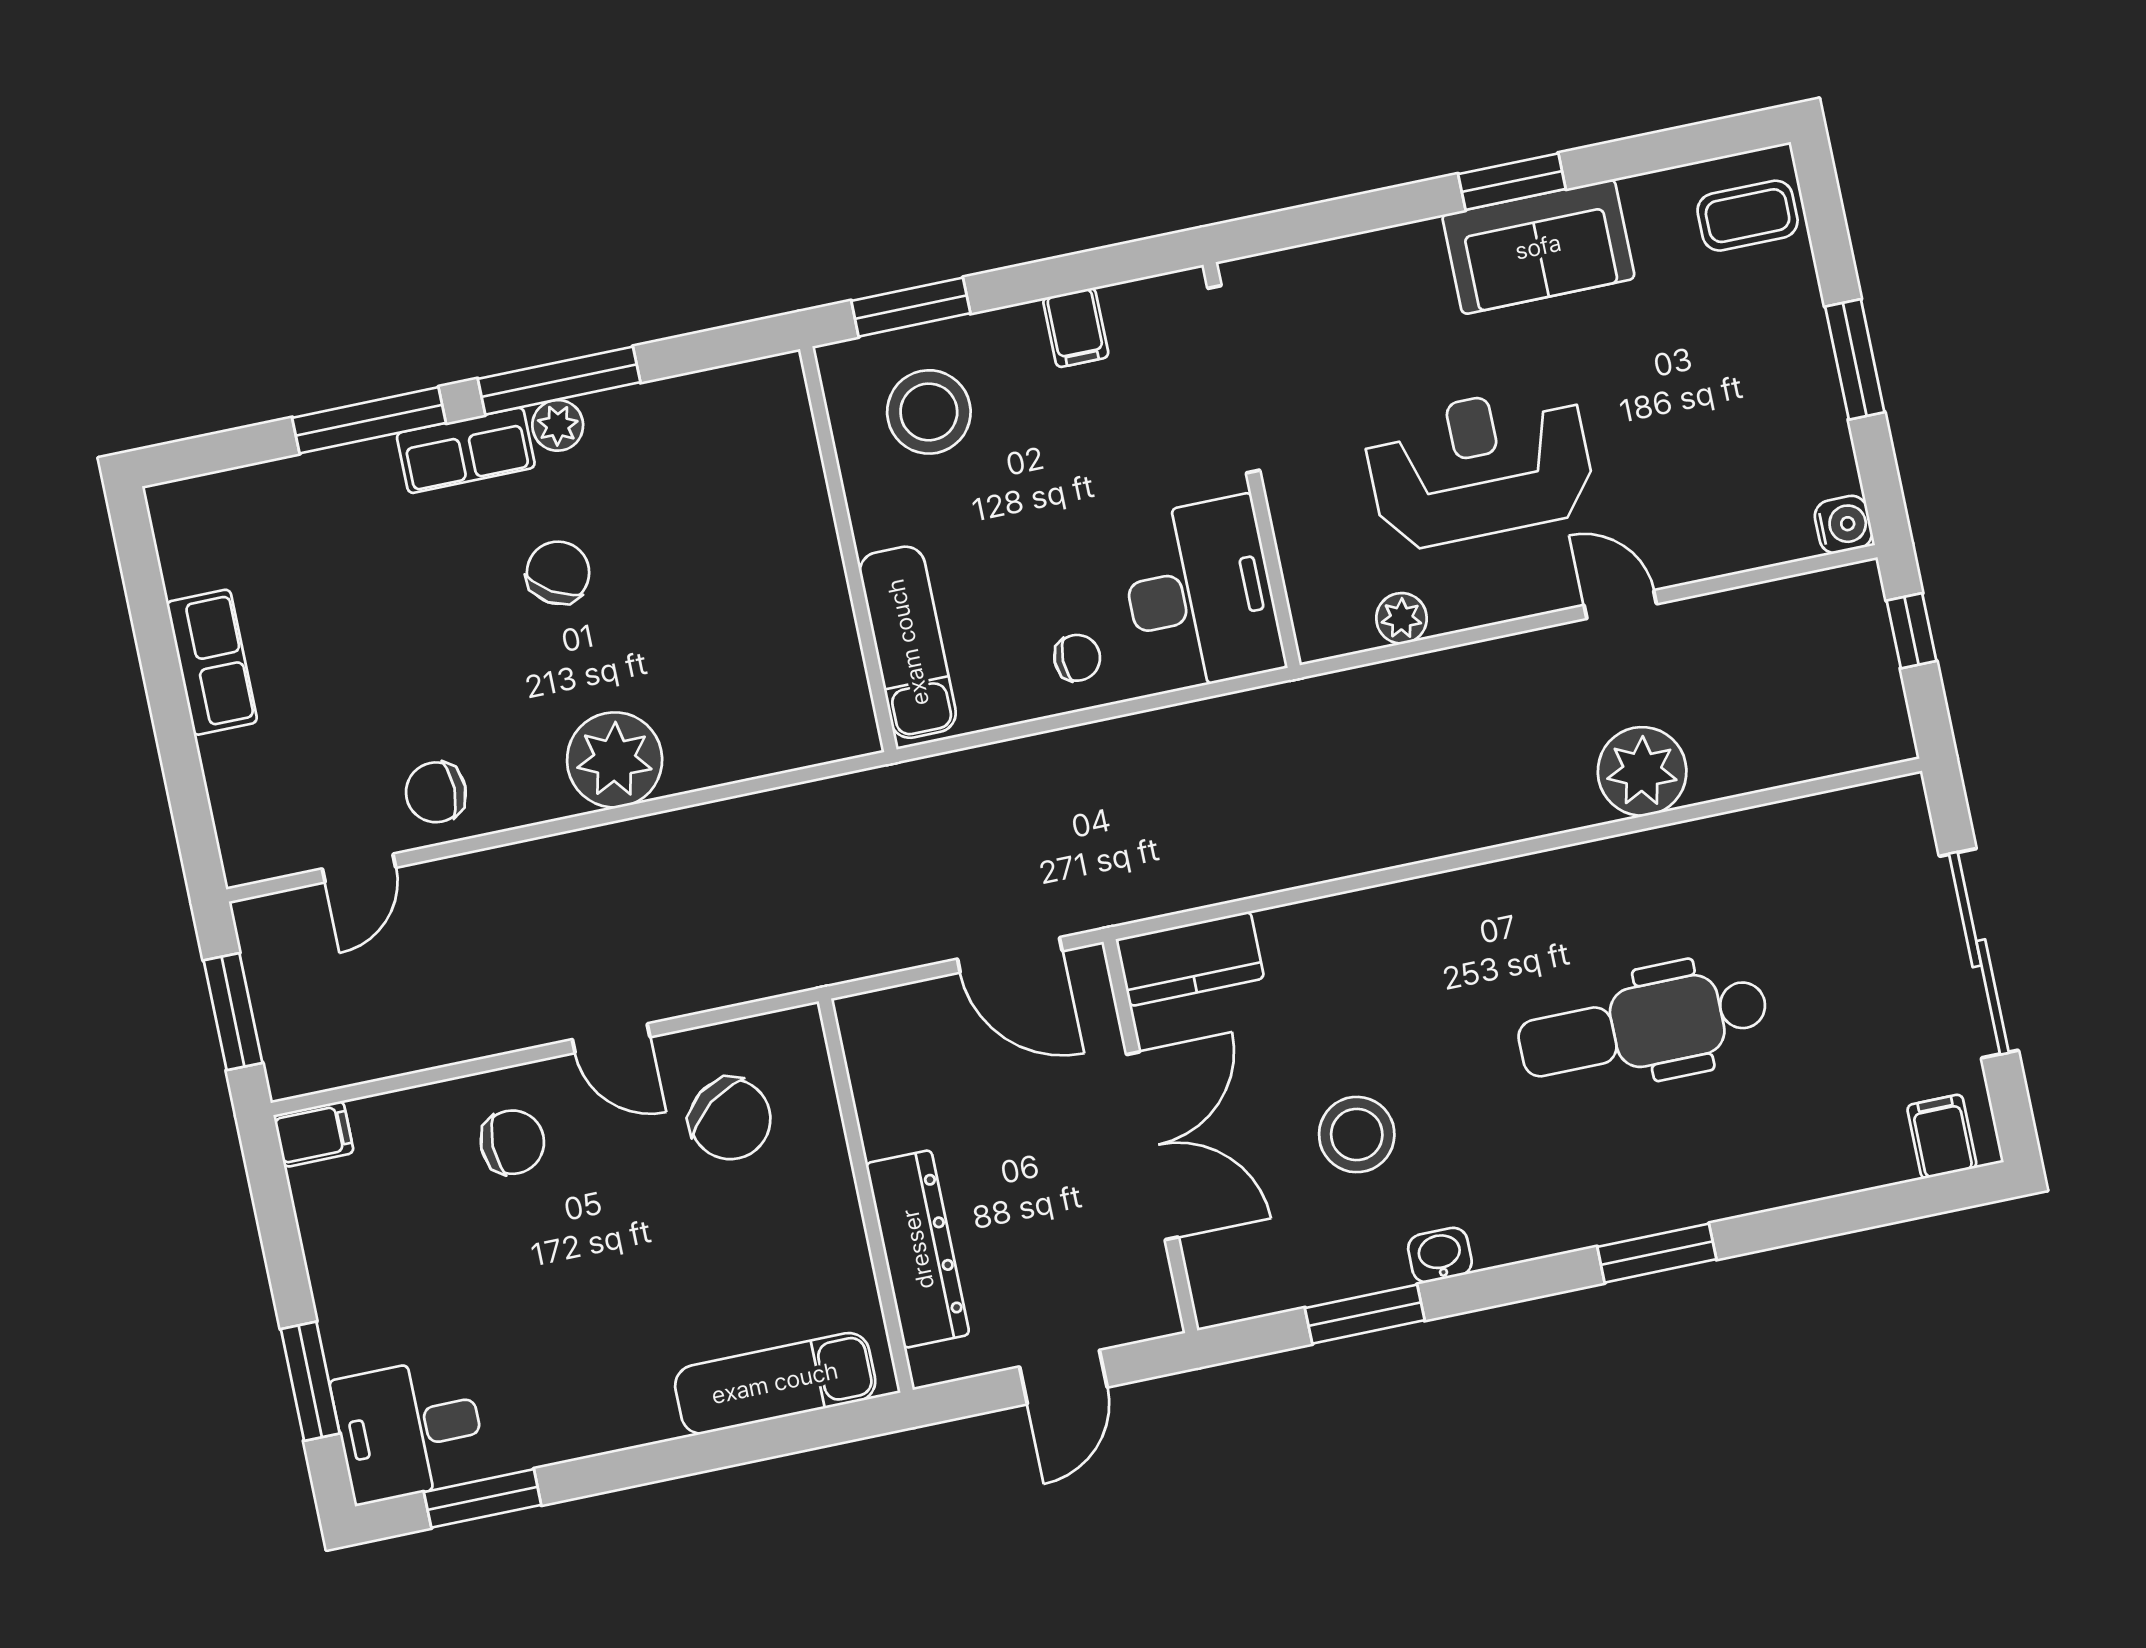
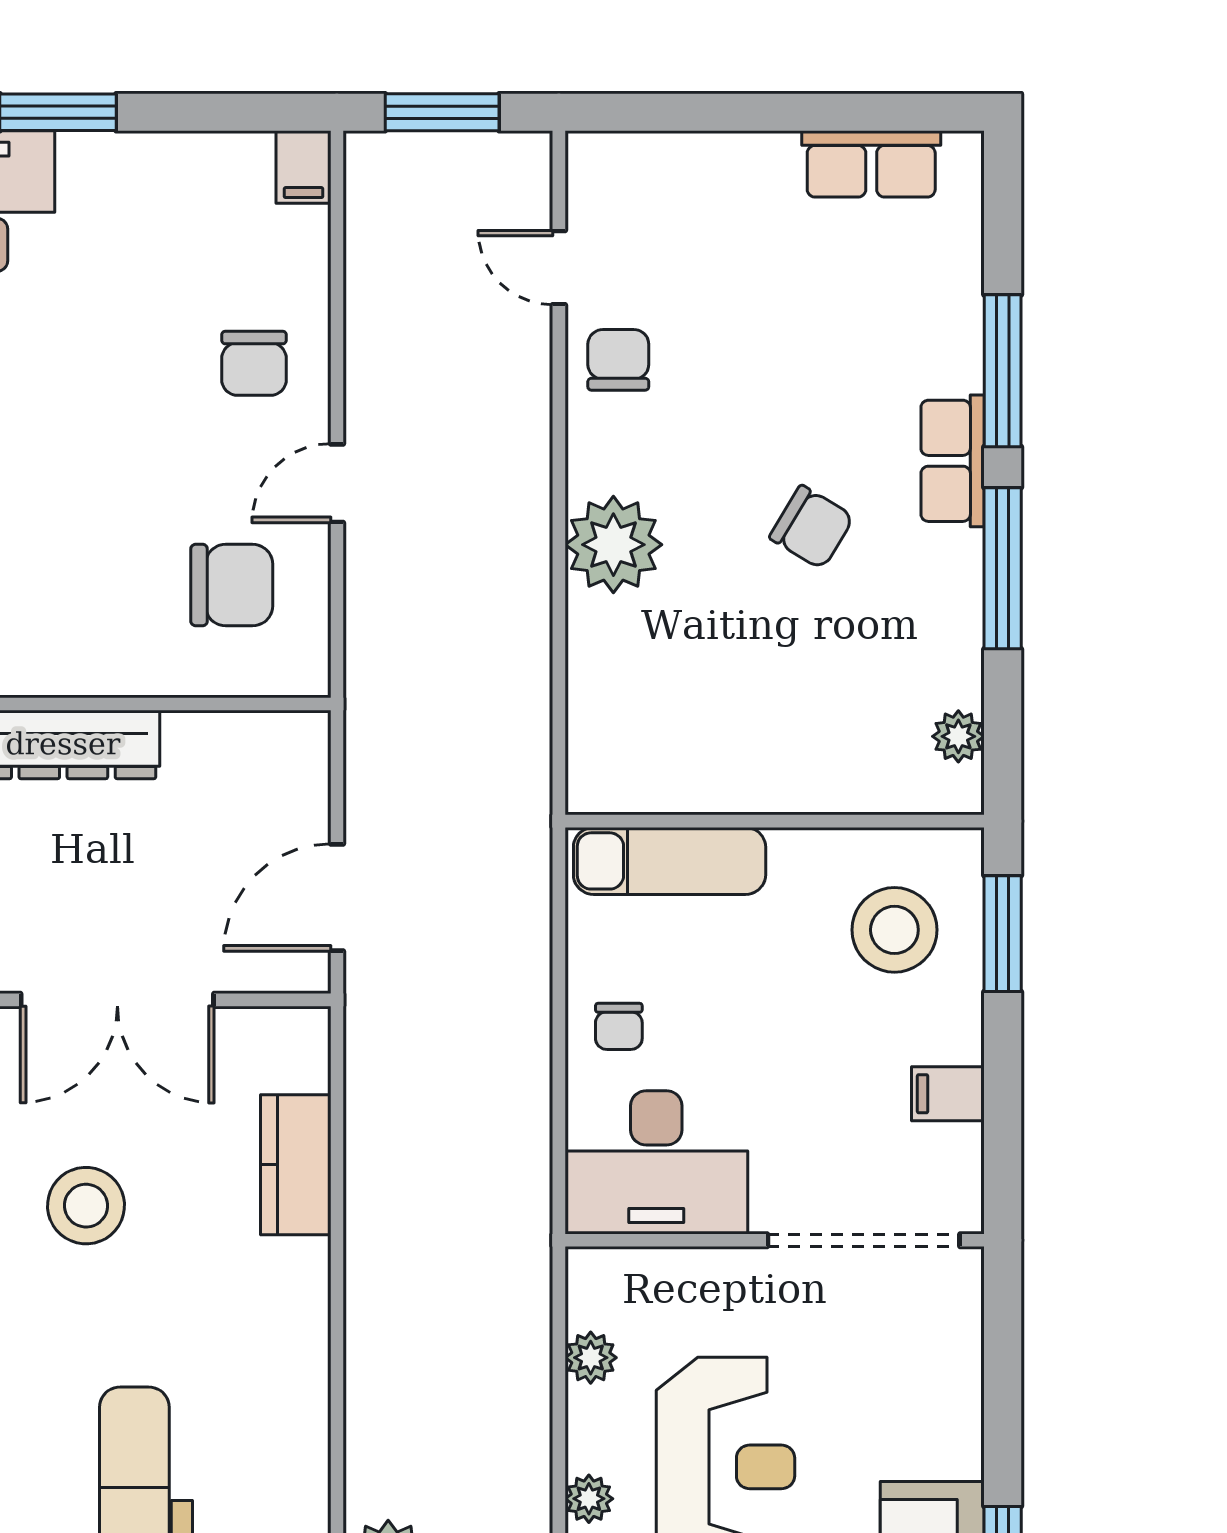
plant: (558, 425) -> (958, 736), moved
plant: (1538, 592) -> (589, 1499), added
row of seats: (212, 662) -> (871, 164), moved
kitchen counter: (1190, 959) -> (296, 1165), moved
chair: (730, 1119) -> (232, 585), turned -143

